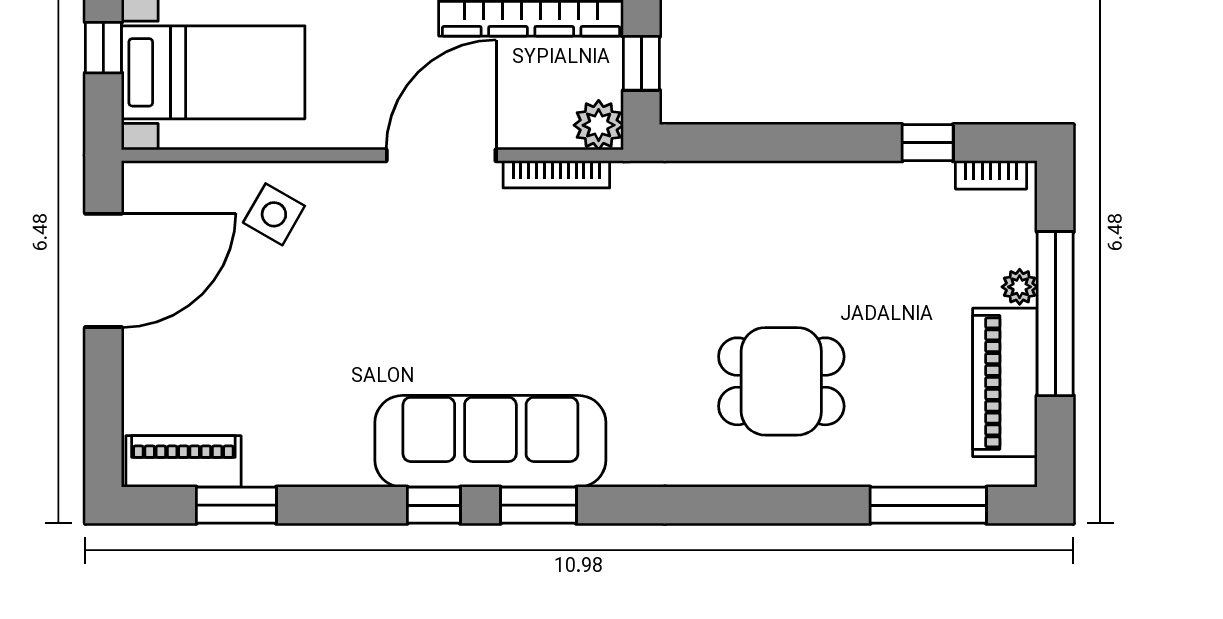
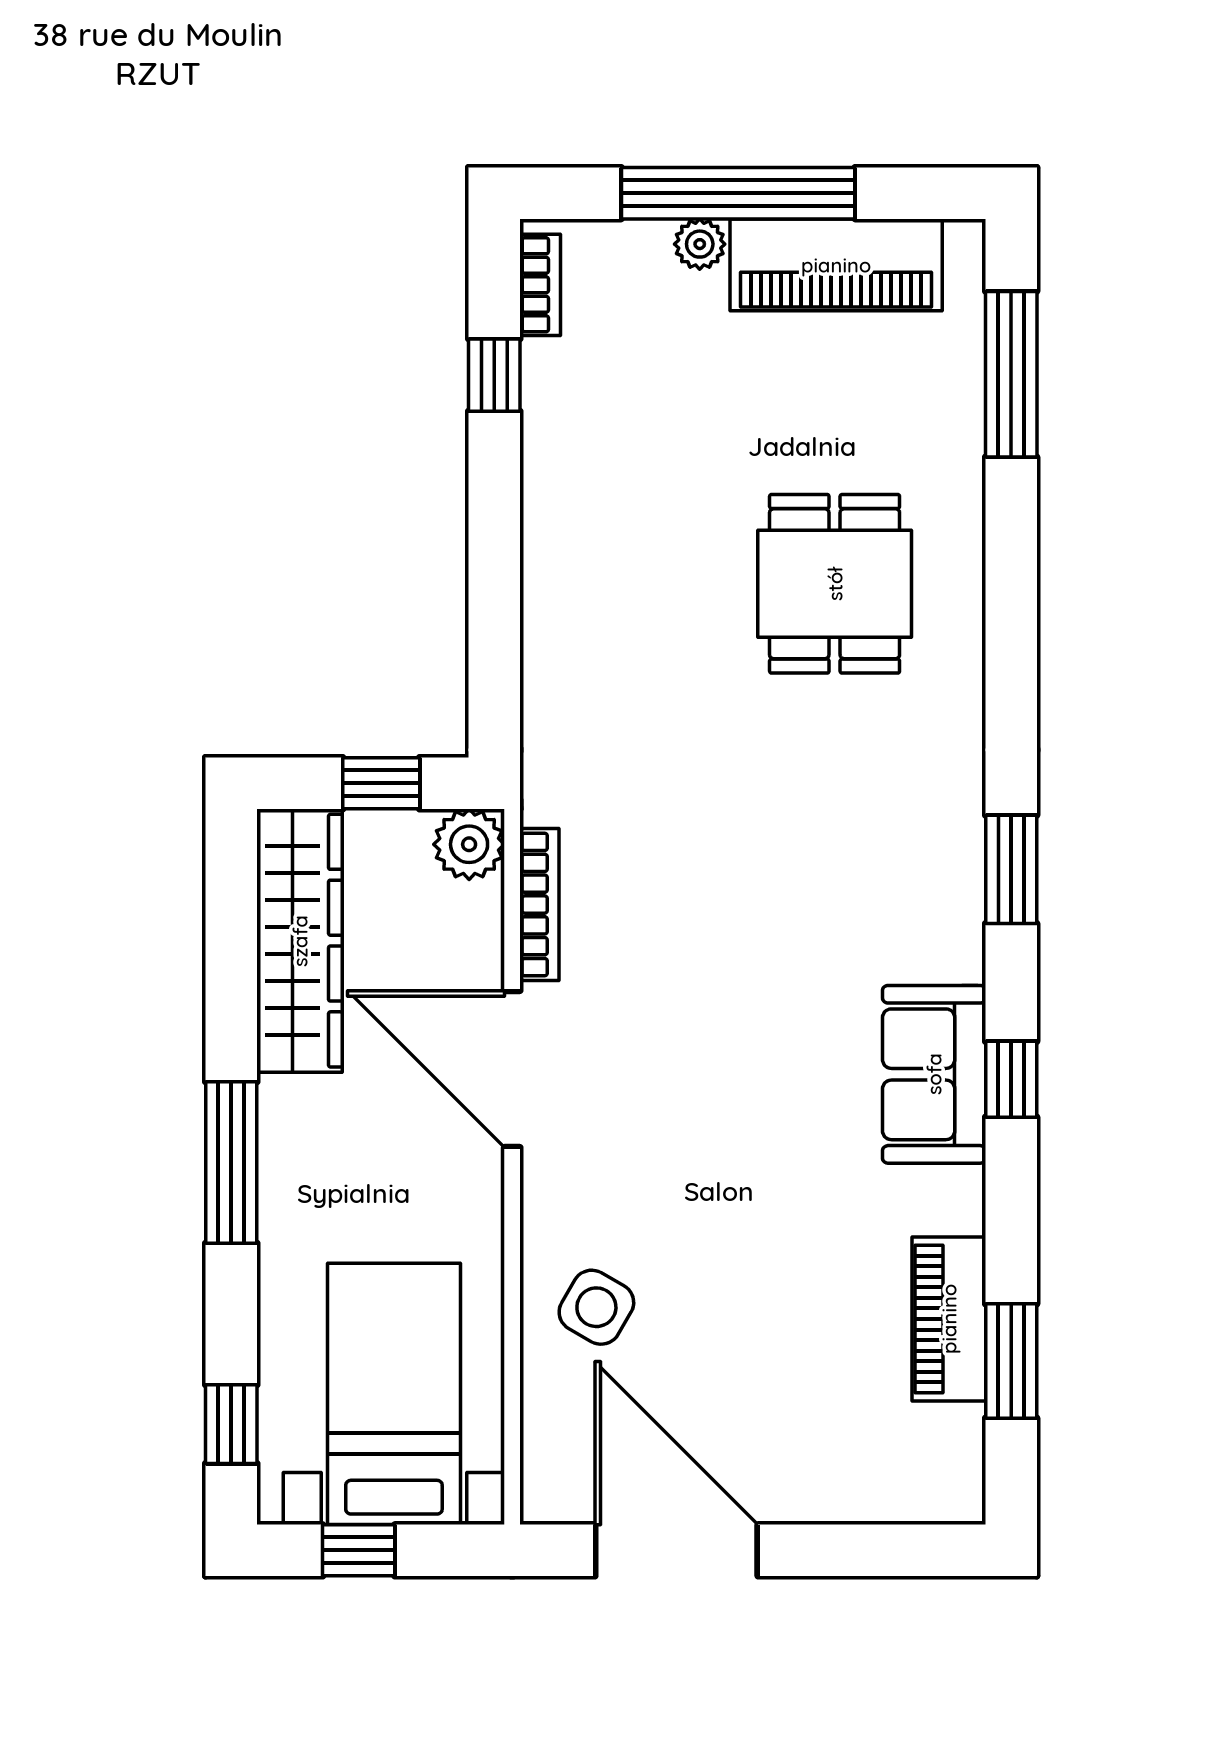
sofa: (490, 441) -> (934, 1074), width x0.54, depth x0.79
piano: (183, 461) -> (949, 1319), moved
window: (538, 505) -> (1011, 869), moved

